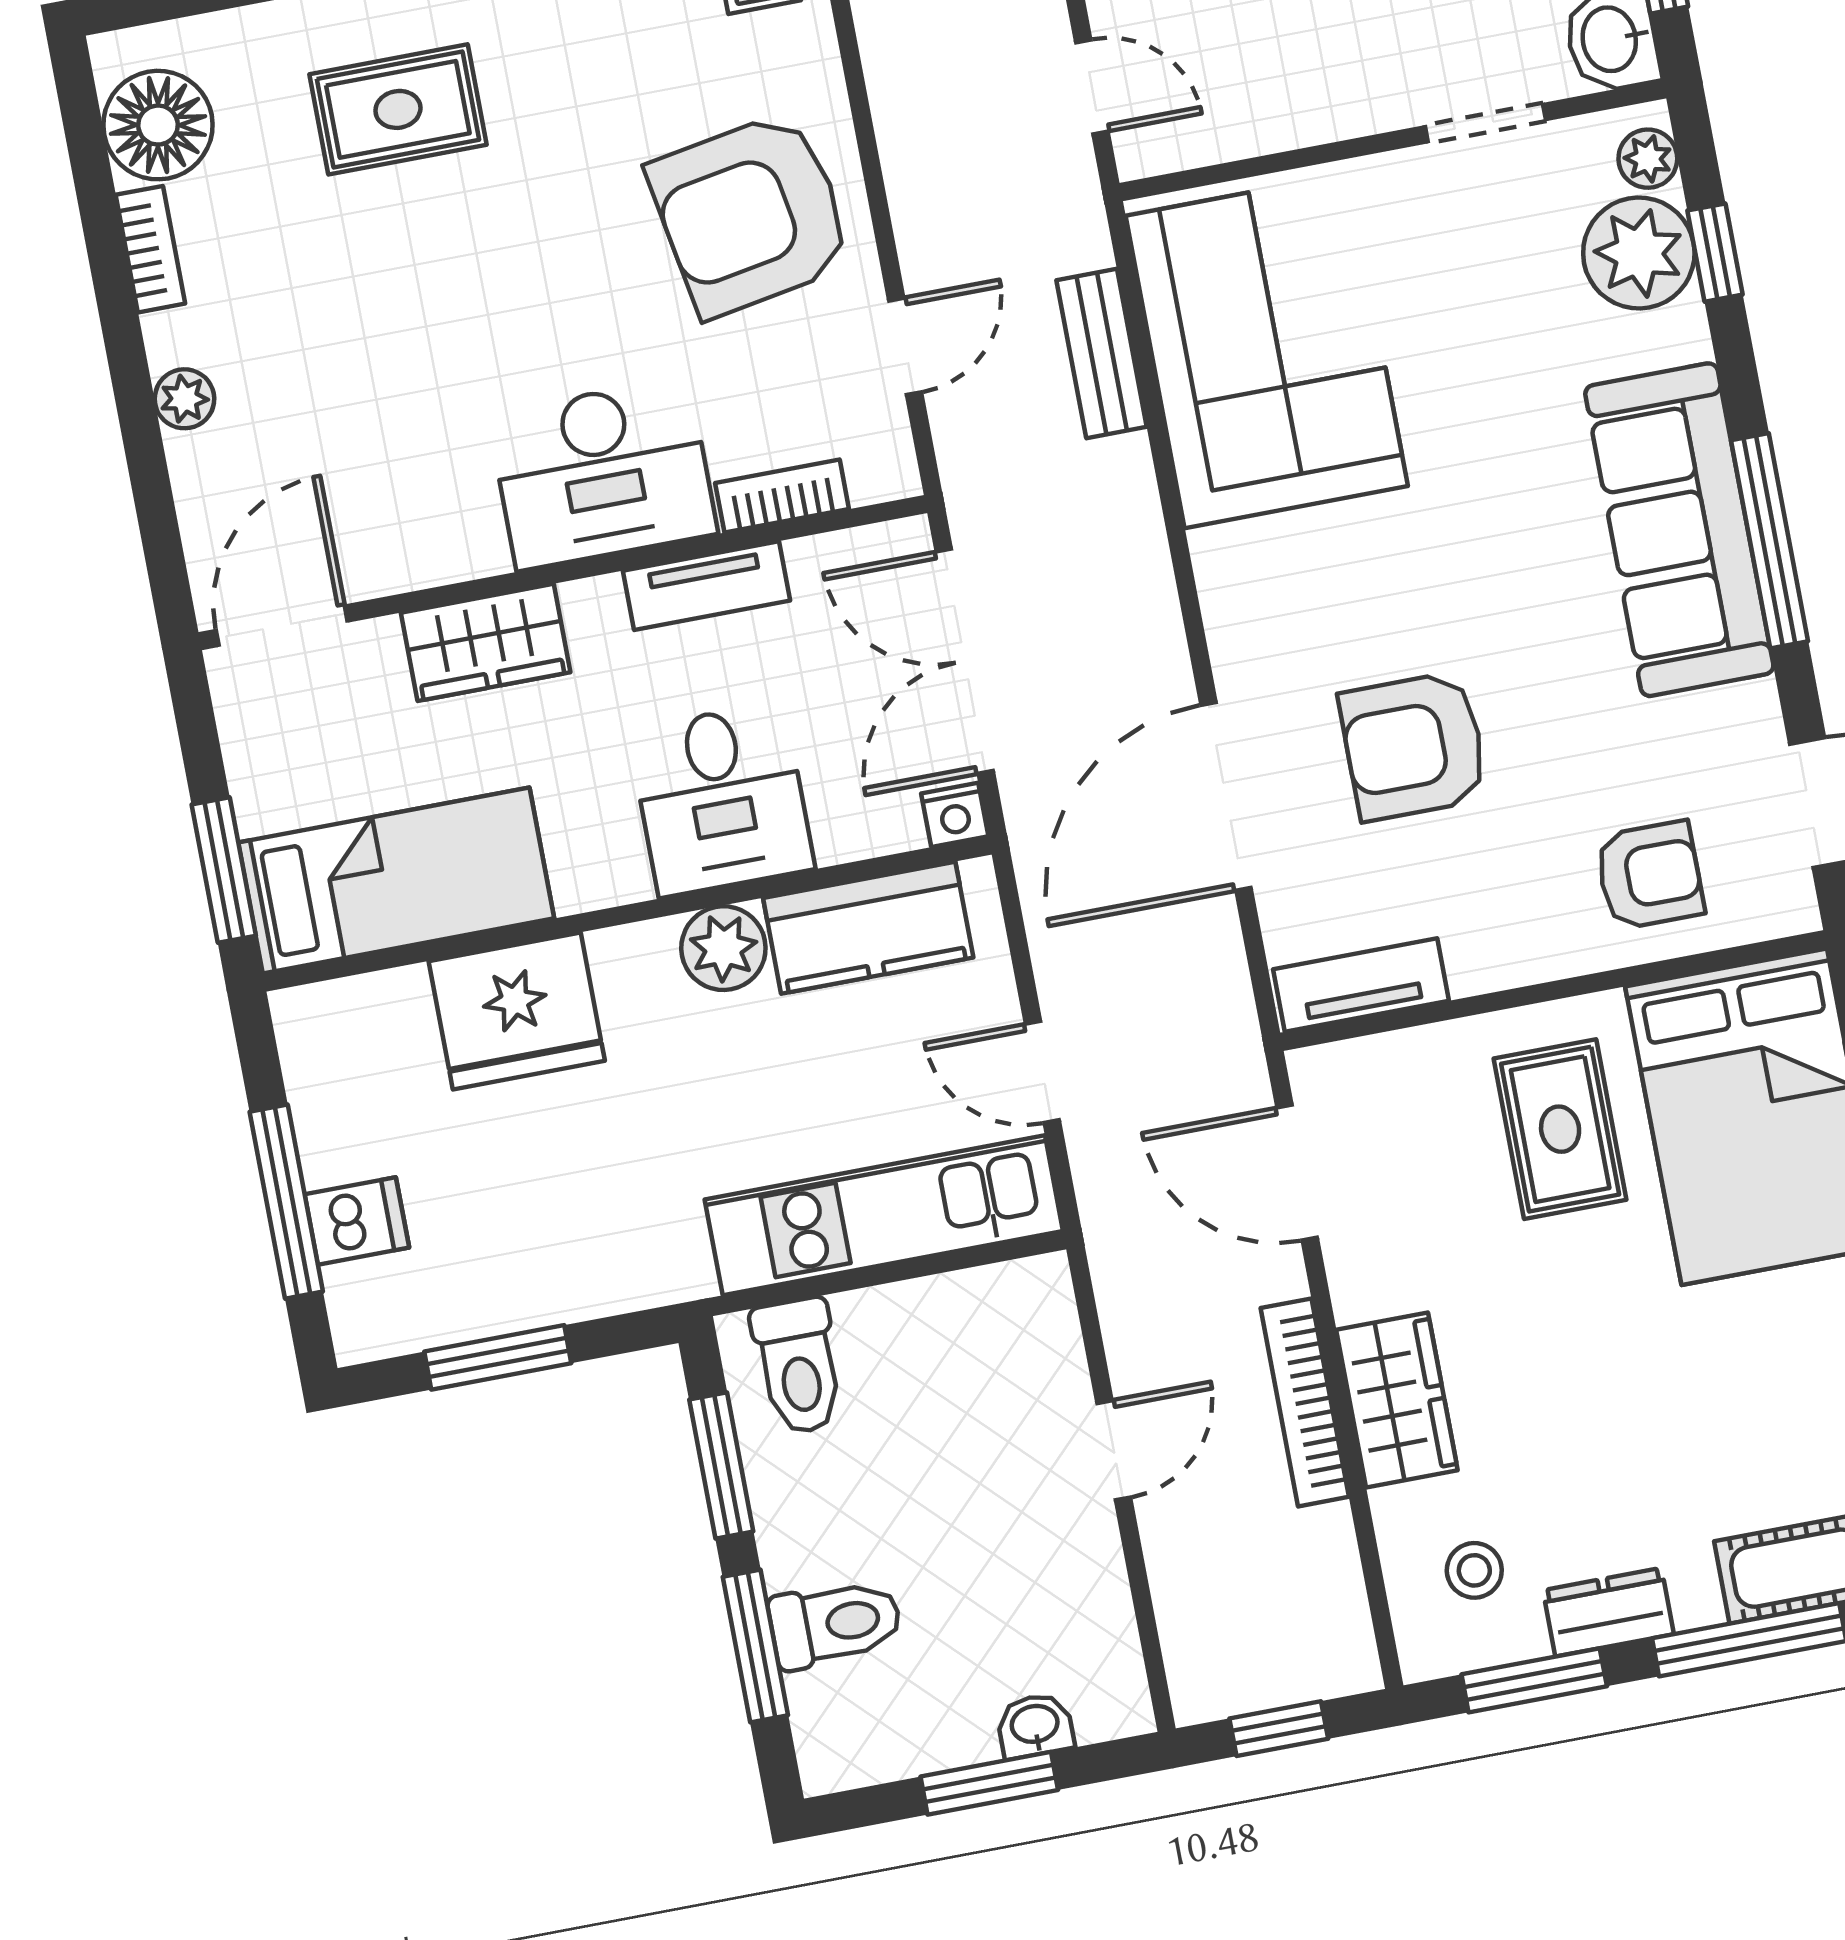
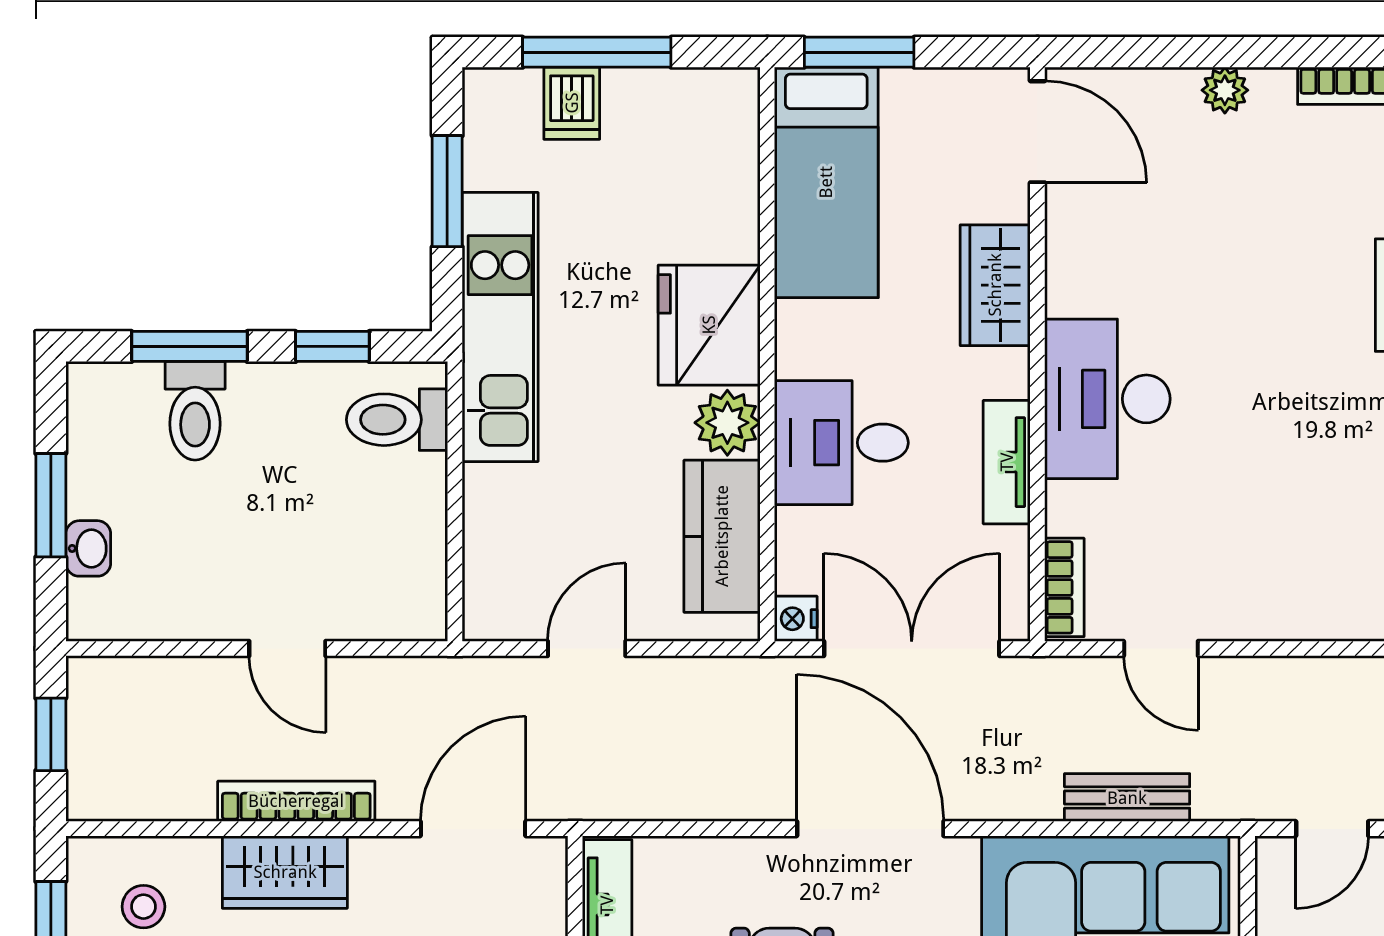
armchair: (751, 214) -> (1284, 550), removed
bookcase: (782, 496) -> (1064, 587), moved
door: (1226, 796) -> (870, 829), moved
fridge: (517, 1011) -> (709, 325), moved
kitchen unit: (884, 1215) -> (500, 327), moved
window: (721, 1465) -> (332, 346), width x0.67

